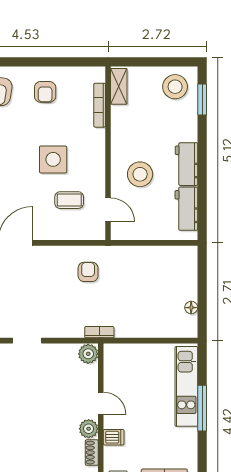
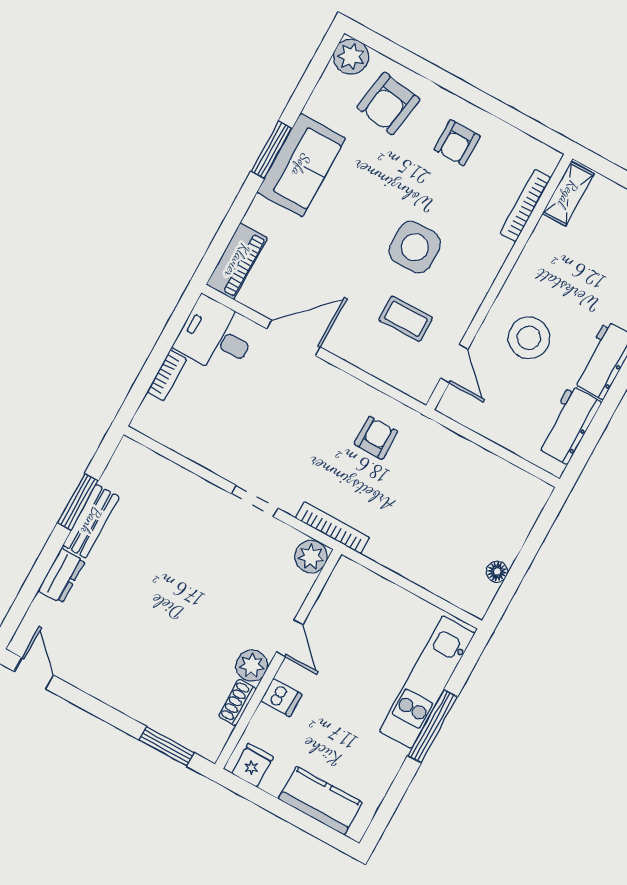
bookcase: (99, 332) -> (332, 528), width x1.56
doorway: (27, 341) -> (255, 501), moved

